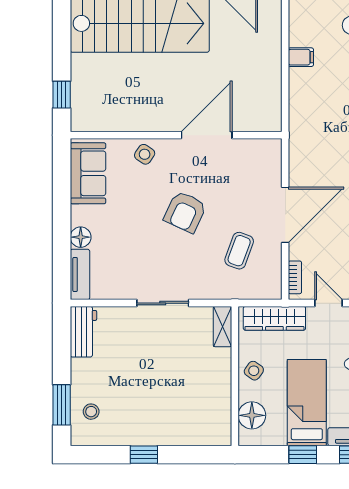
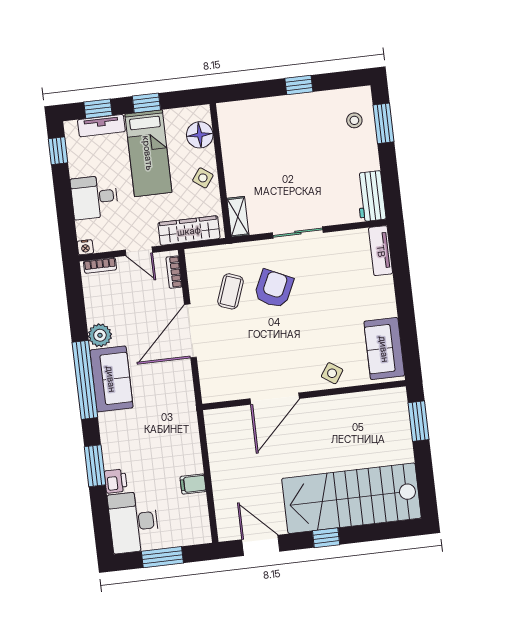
window: (62, 95) -> (418, 421), width x1.50
armchair: (185, 212) -> (274, 289), moved
floor lamp: (81, 237) -> (384, 287), removed

